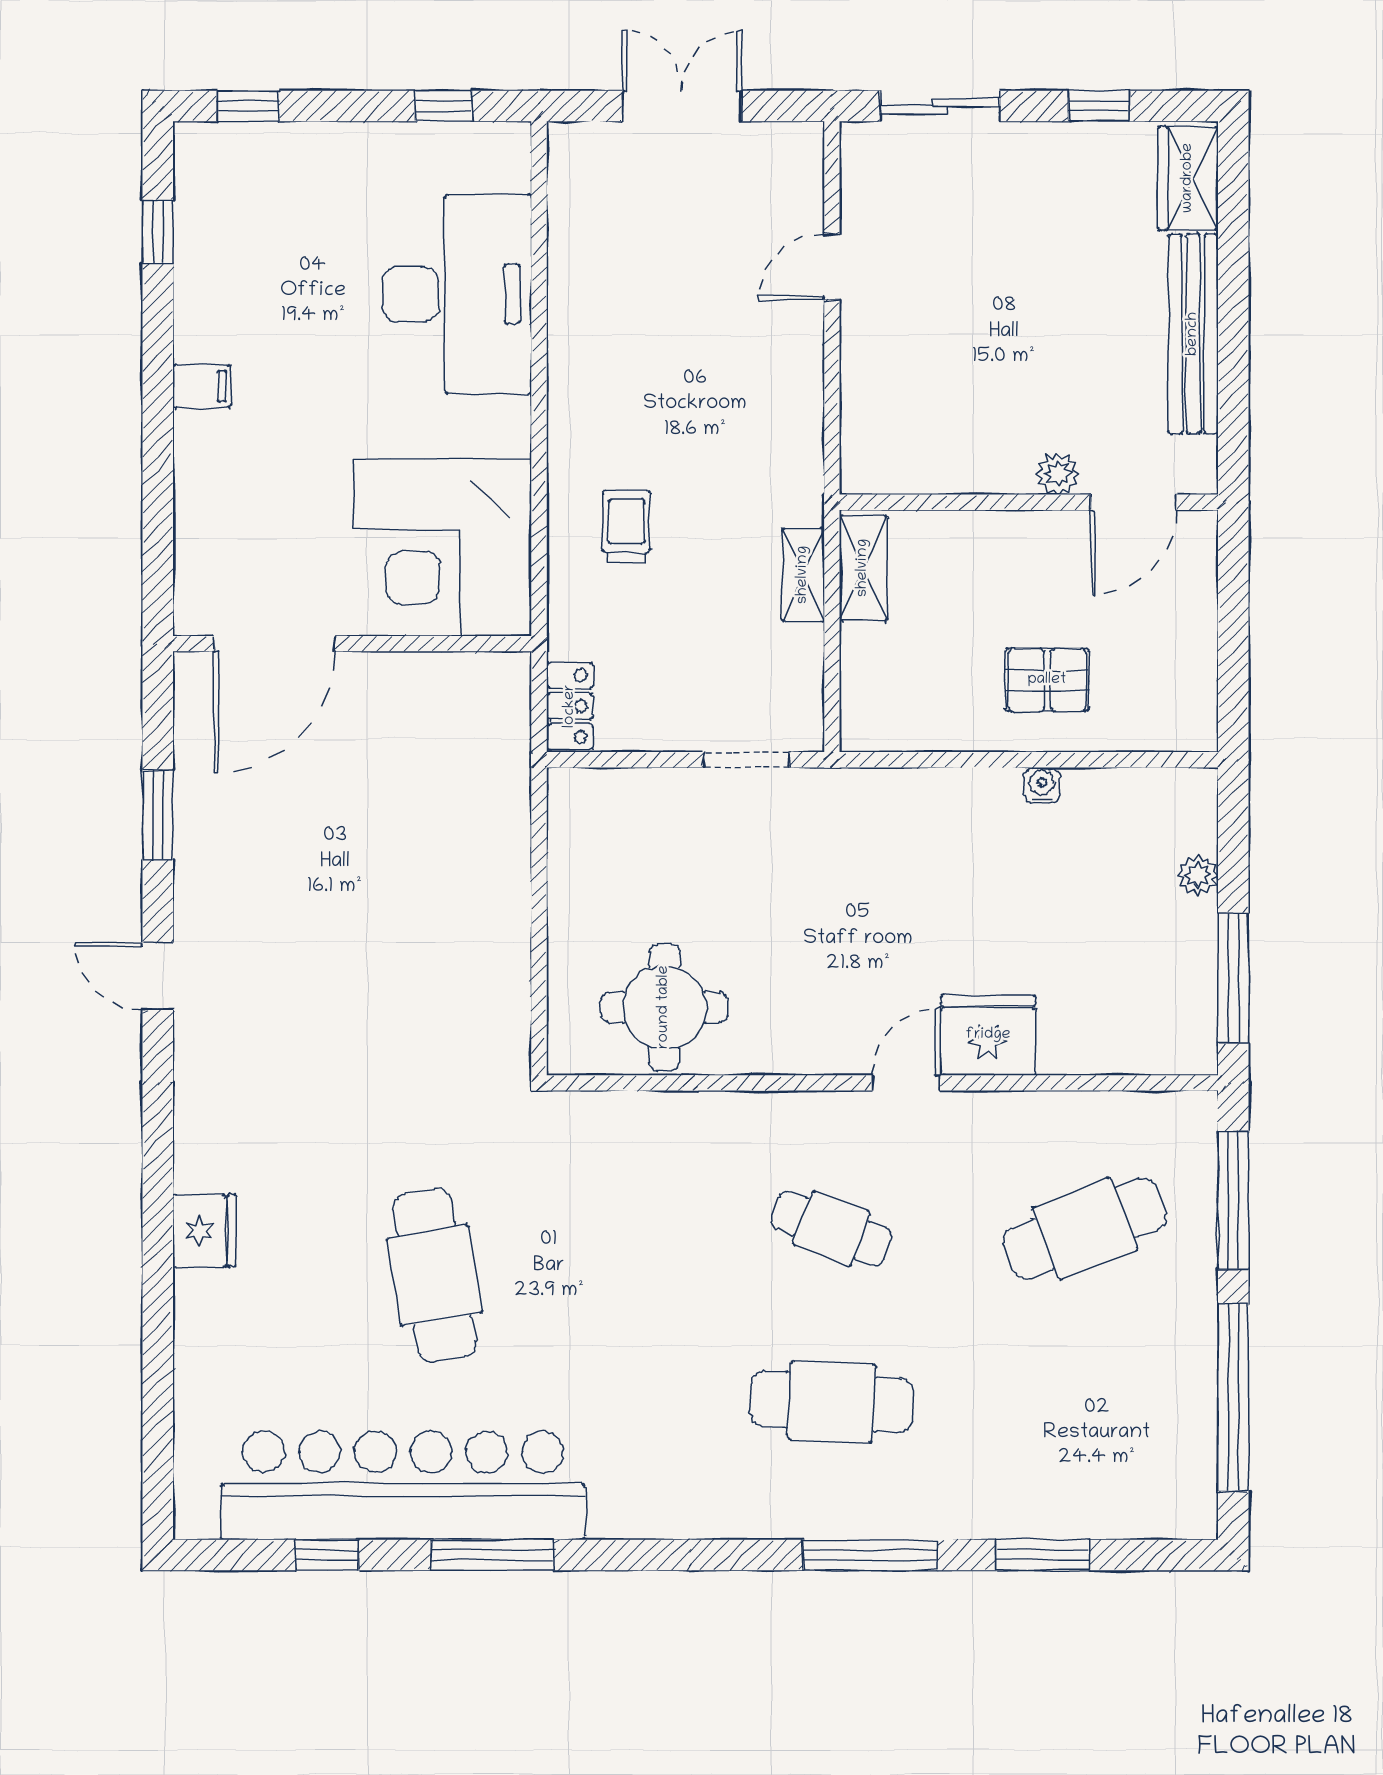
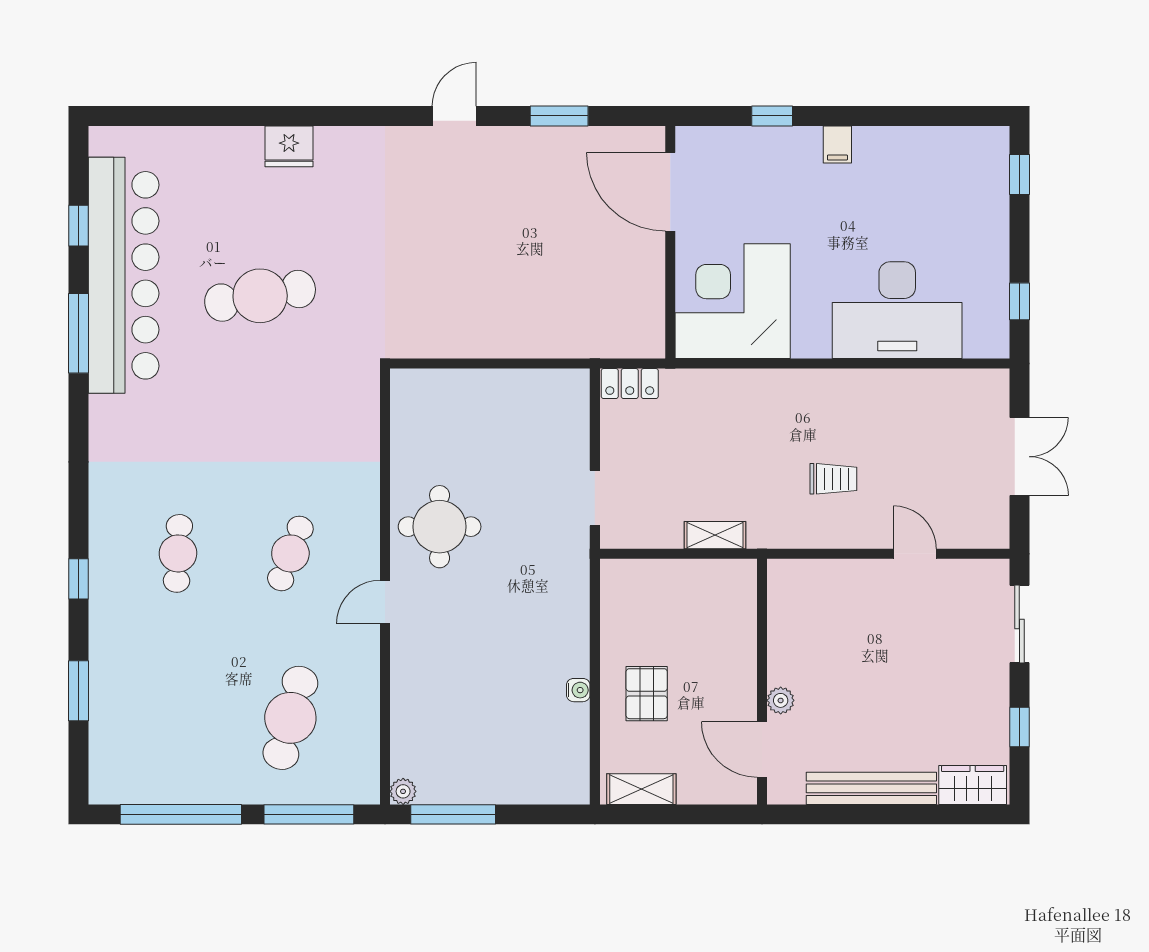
window: (158, 231) -> (772, 116), moved
trolley: (626, 526) -> (833, 479), moved
shelving: (863, 568) -> (641, 789), moved
plant: (1198, 875) -> (403, 791), moved
round table: (664, 1007) -> (440, 527), moved
fridge: (988, 1035) -> (416, 655), removed
door: (906, 1083) -> (385, 602), swing flipped
cafe table: (1085, 1229) -> (290, 718), turned 36
cafe table: (831, 1402) -> (178, 553), width x0.73, depth x0.74
window: (871, 1555) -> (78, 579), width x0.46

